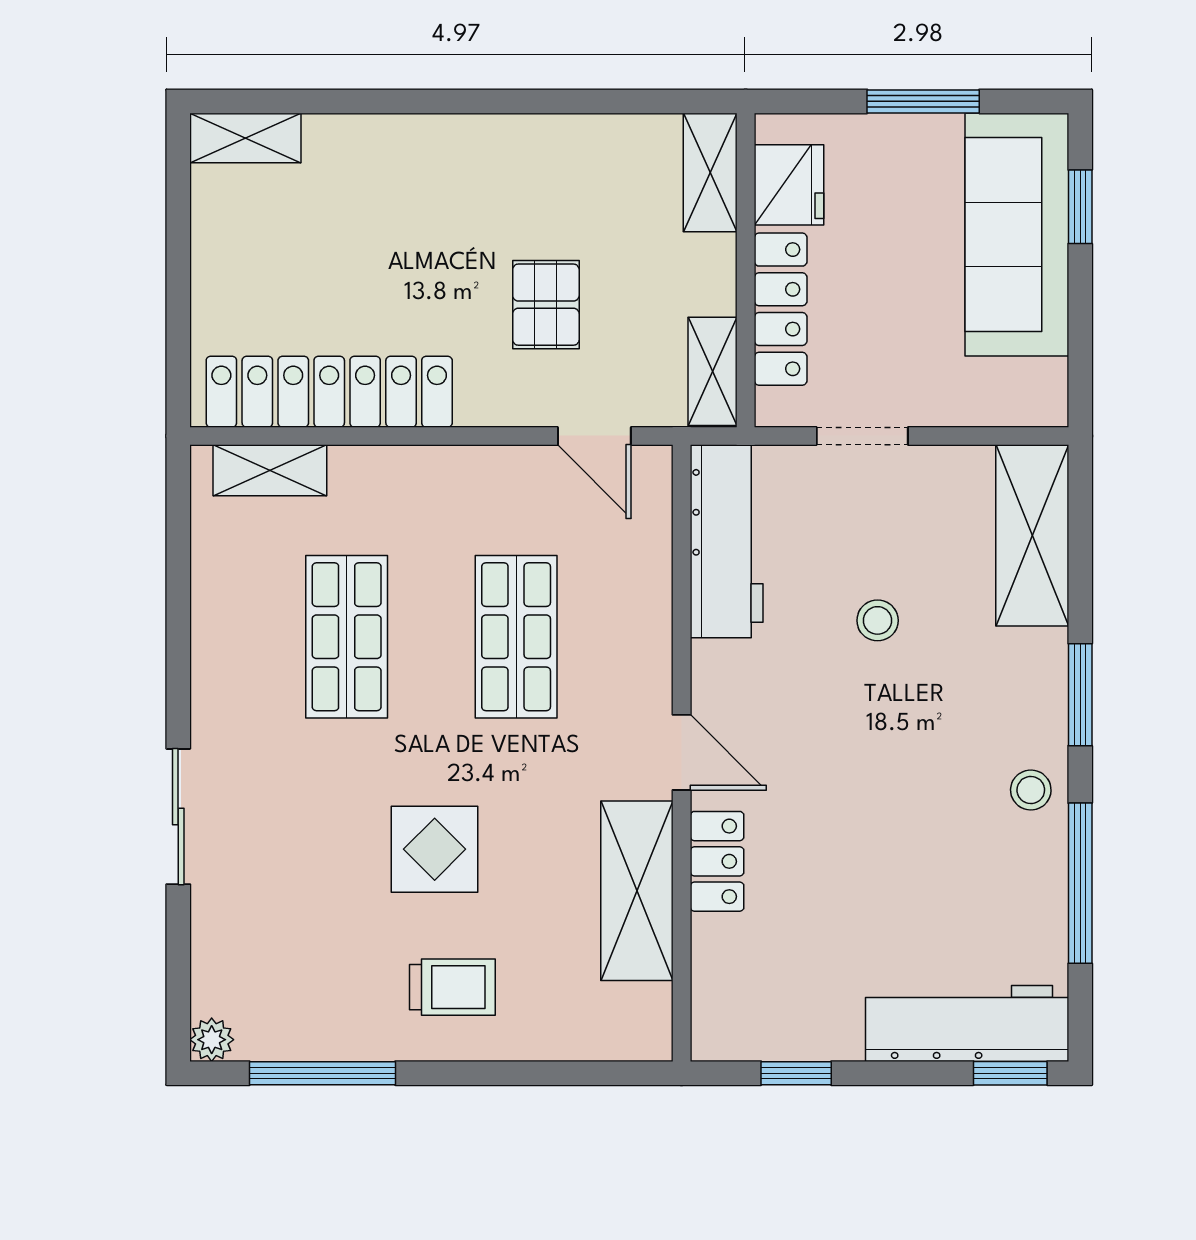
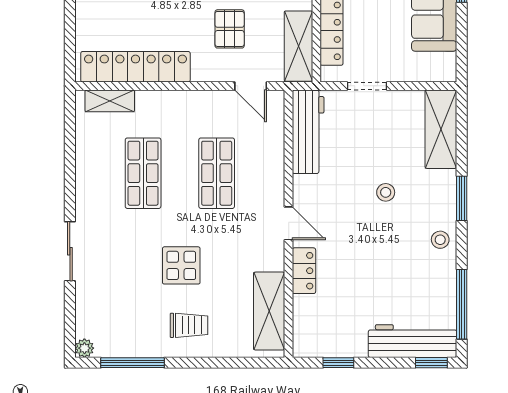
shelving: (712, 371) -> (298, 46), width x1.50, depth x1.33
stool: (878, 620) -> (386, 192), moved
window: (1080, 883) -> (462, 304), moved
shelving: (637, 891) -> (269, 311), moved

